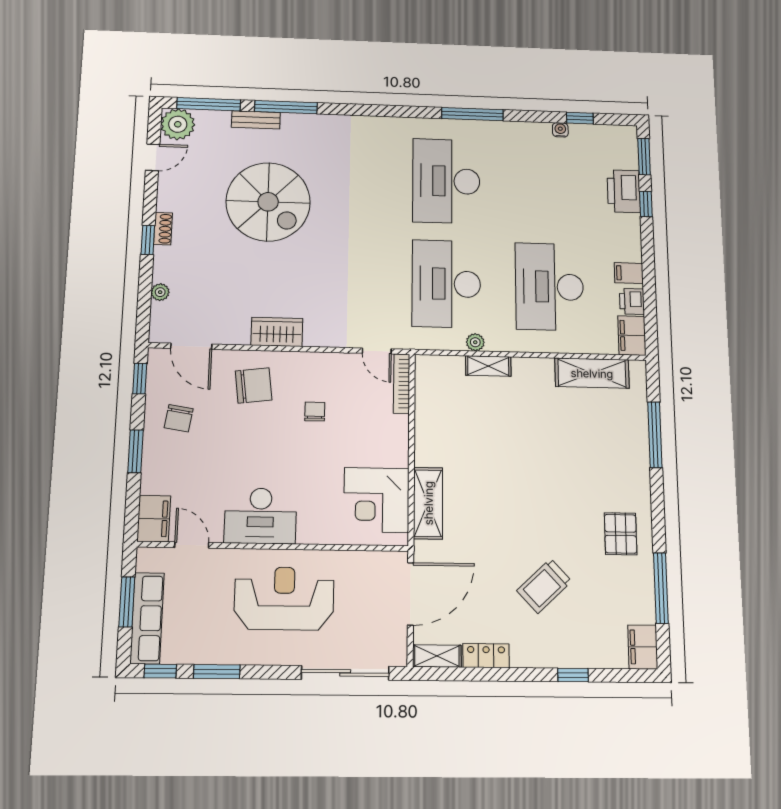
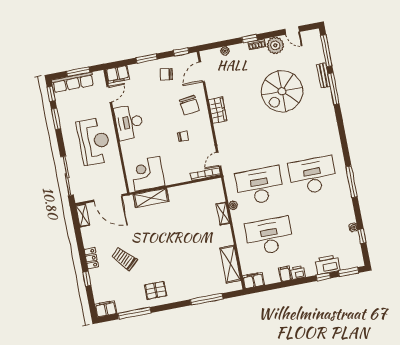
plant: (178, 124) -> (275, 45), moved
printer: (632, 301) -> (298, 272), moved
locker: (486, 656) -> (91, 258), moved

